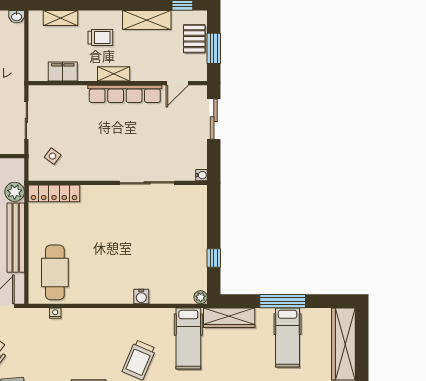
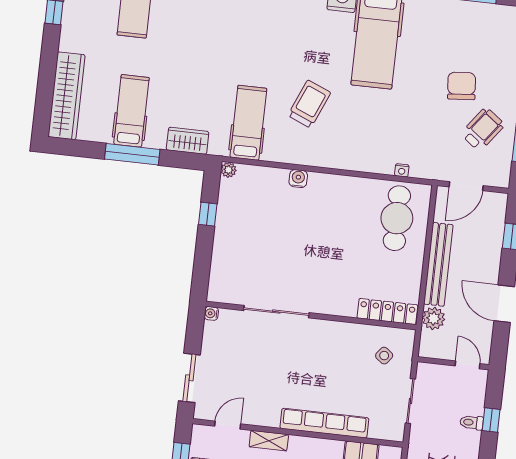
shelving: (114, 74) -> (269, 441), moved
row of seats: (125, 94) -> (324, 423), moved
wardrobe: (229, 318) -> (188, 141), width x0.67

